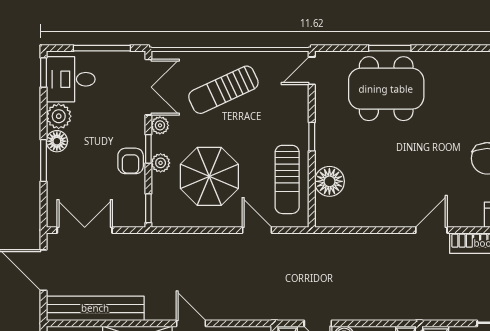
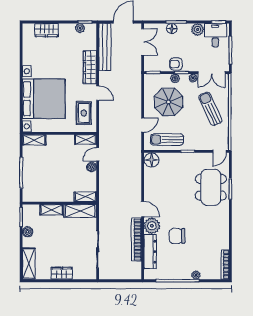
door: (312, 71) -> (220, 151), swing flipped
floor lamp: (57, 141) -> (172, 28), moved
floor lamp: (329, 181) -> (152, 160), moved
plant: (466, 211) -> (152, 226), added
door: (191, 323) -> (98, 93), hinge flipped

